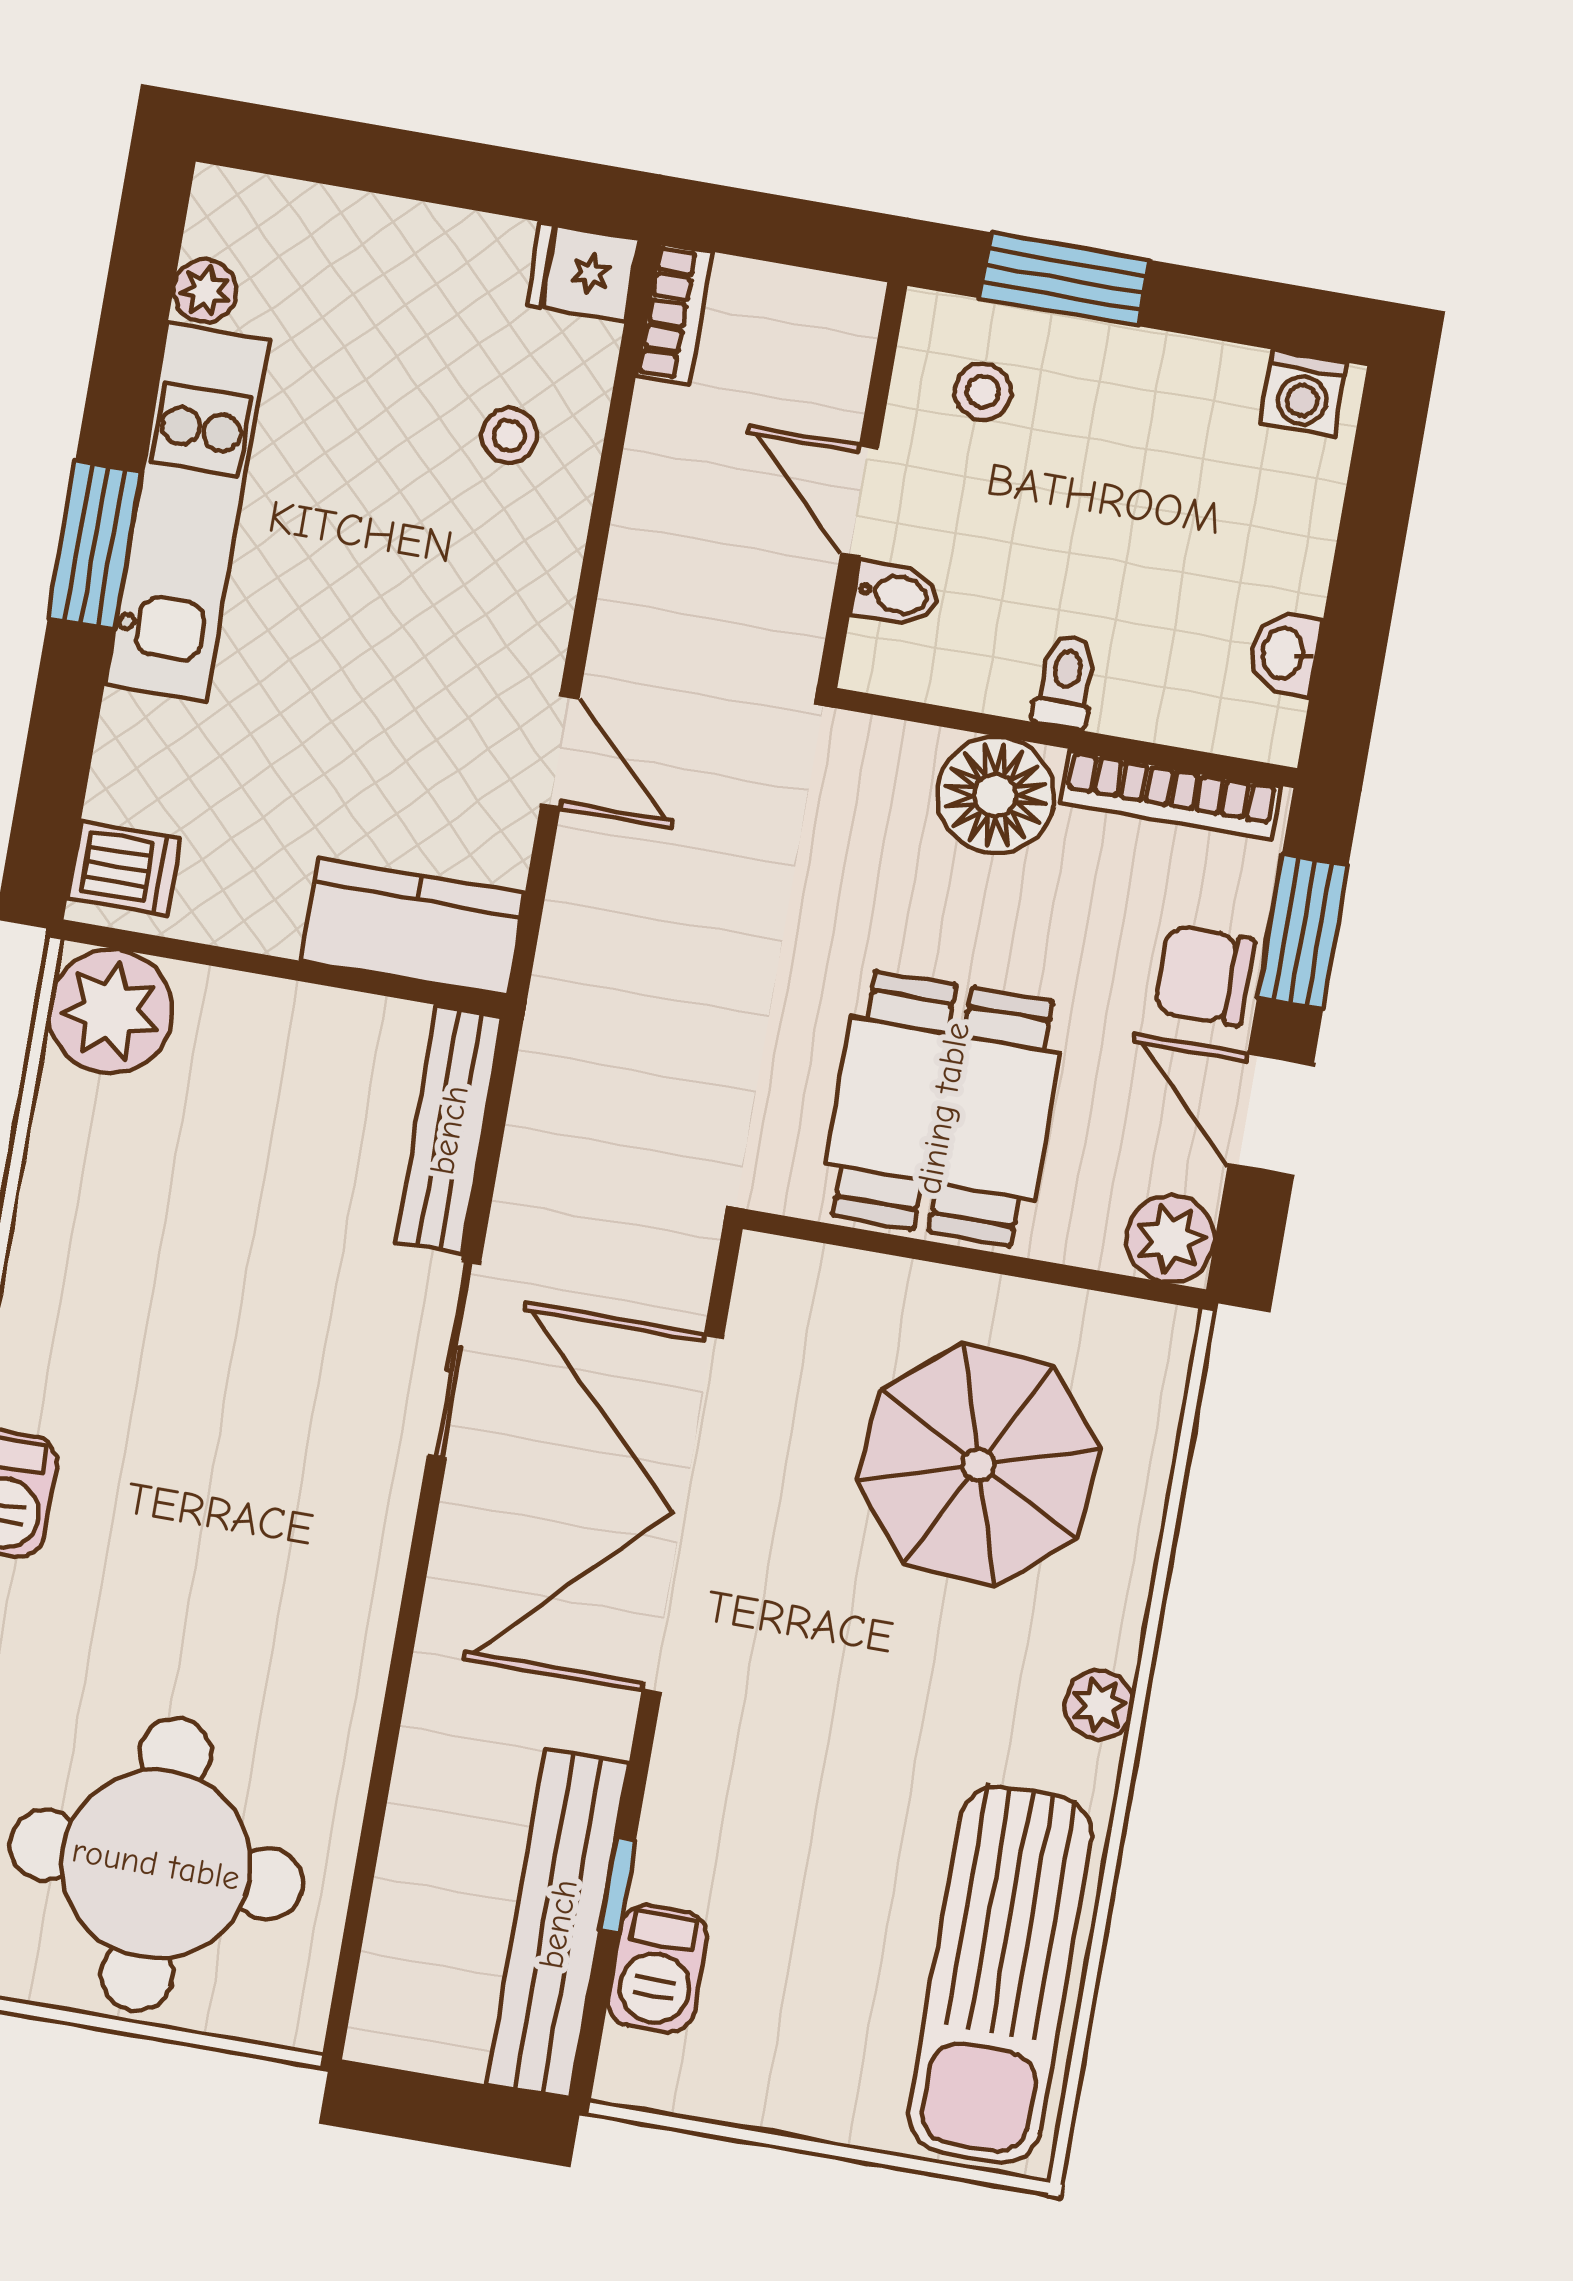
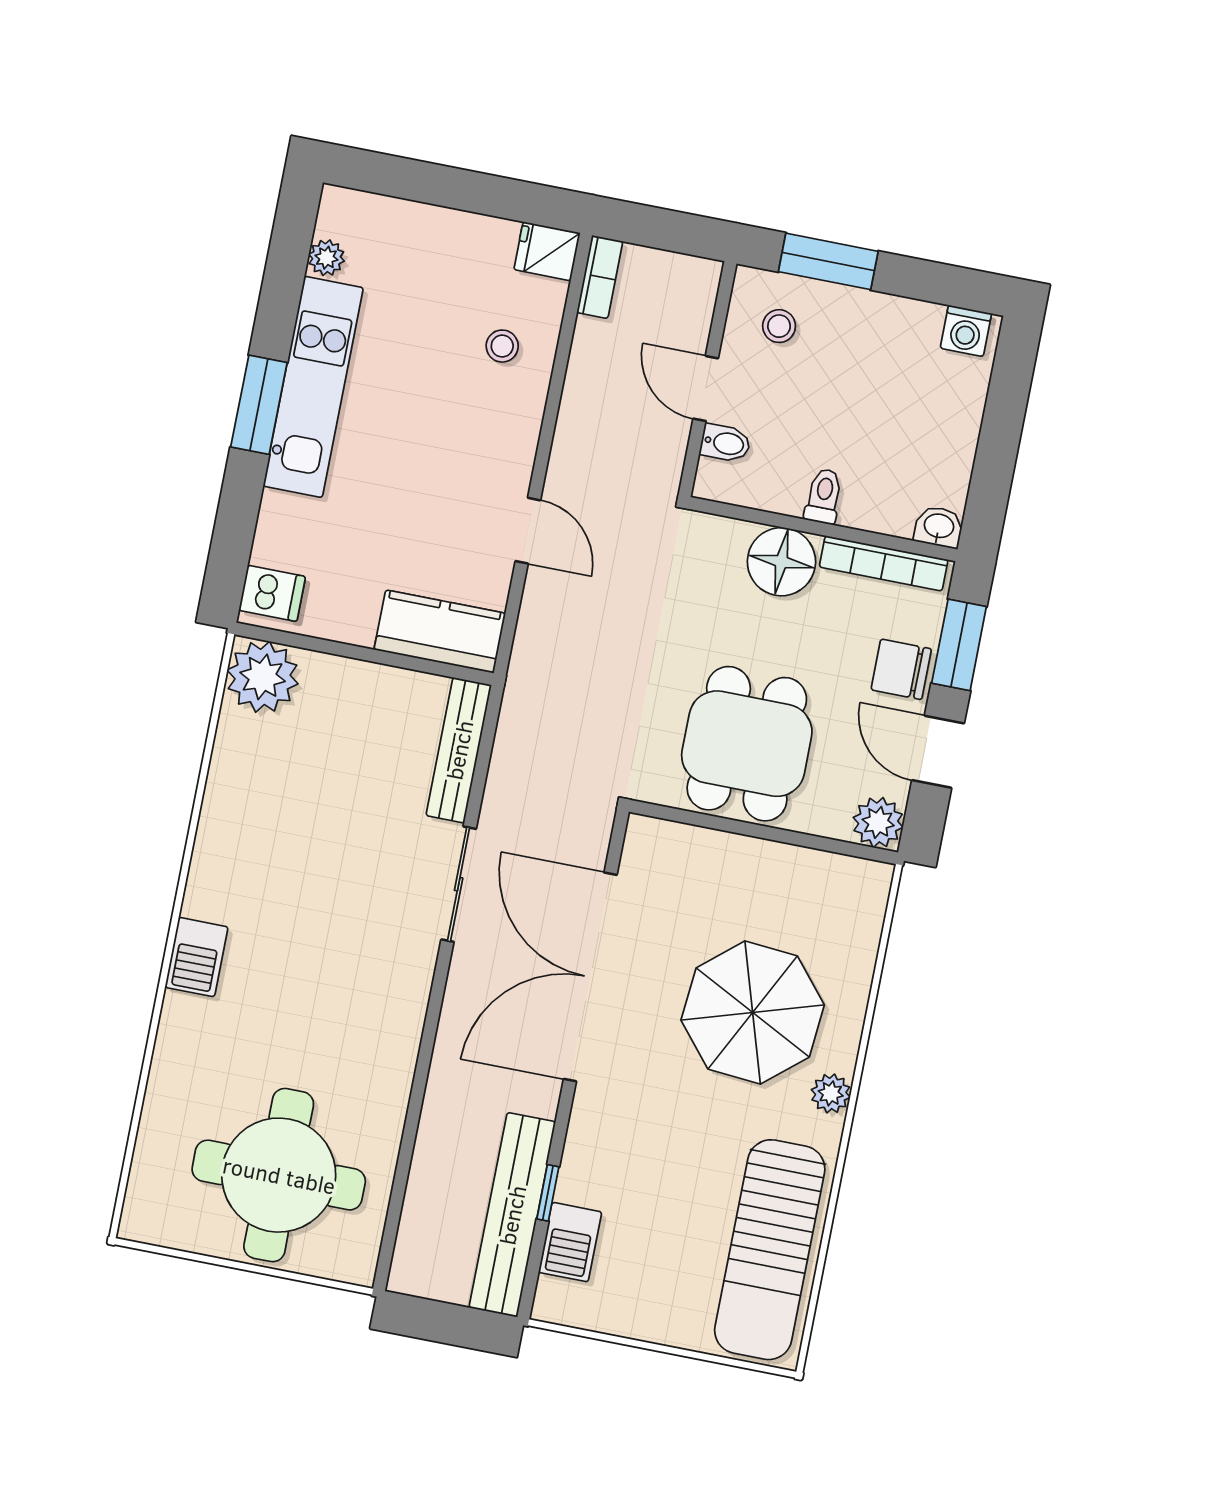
washbasin: (1285, 653) -> (939, 527), moved, turned 90
parasol: (979, 1465) -> (753, 1012), moved

